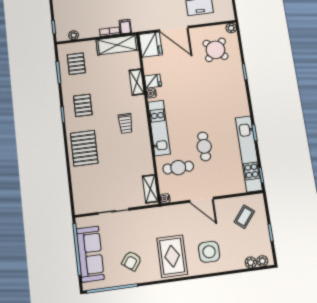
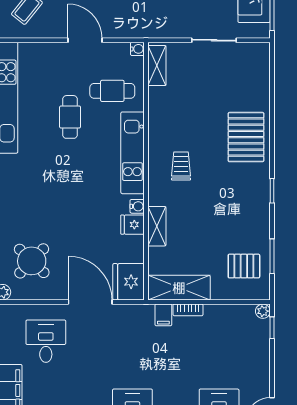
plant: (74, 35) -> (263, 311), moved
pallet: (76, 64) -> (244, 266), turned 90
pallet: (83, 105) -> (241, 201), removed

